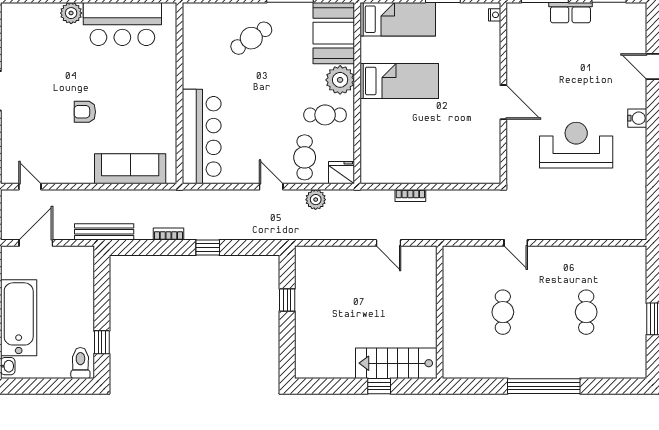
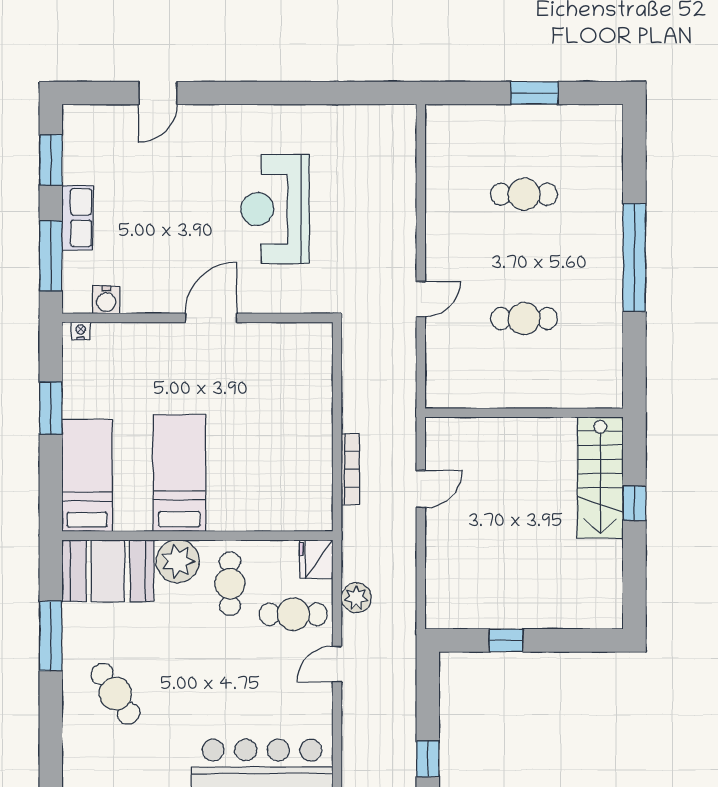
water cooler: (637, 118) -> (106, 300), moved, turned 180
bookcase: (410, 196) -> (350, 469), width x1.56

